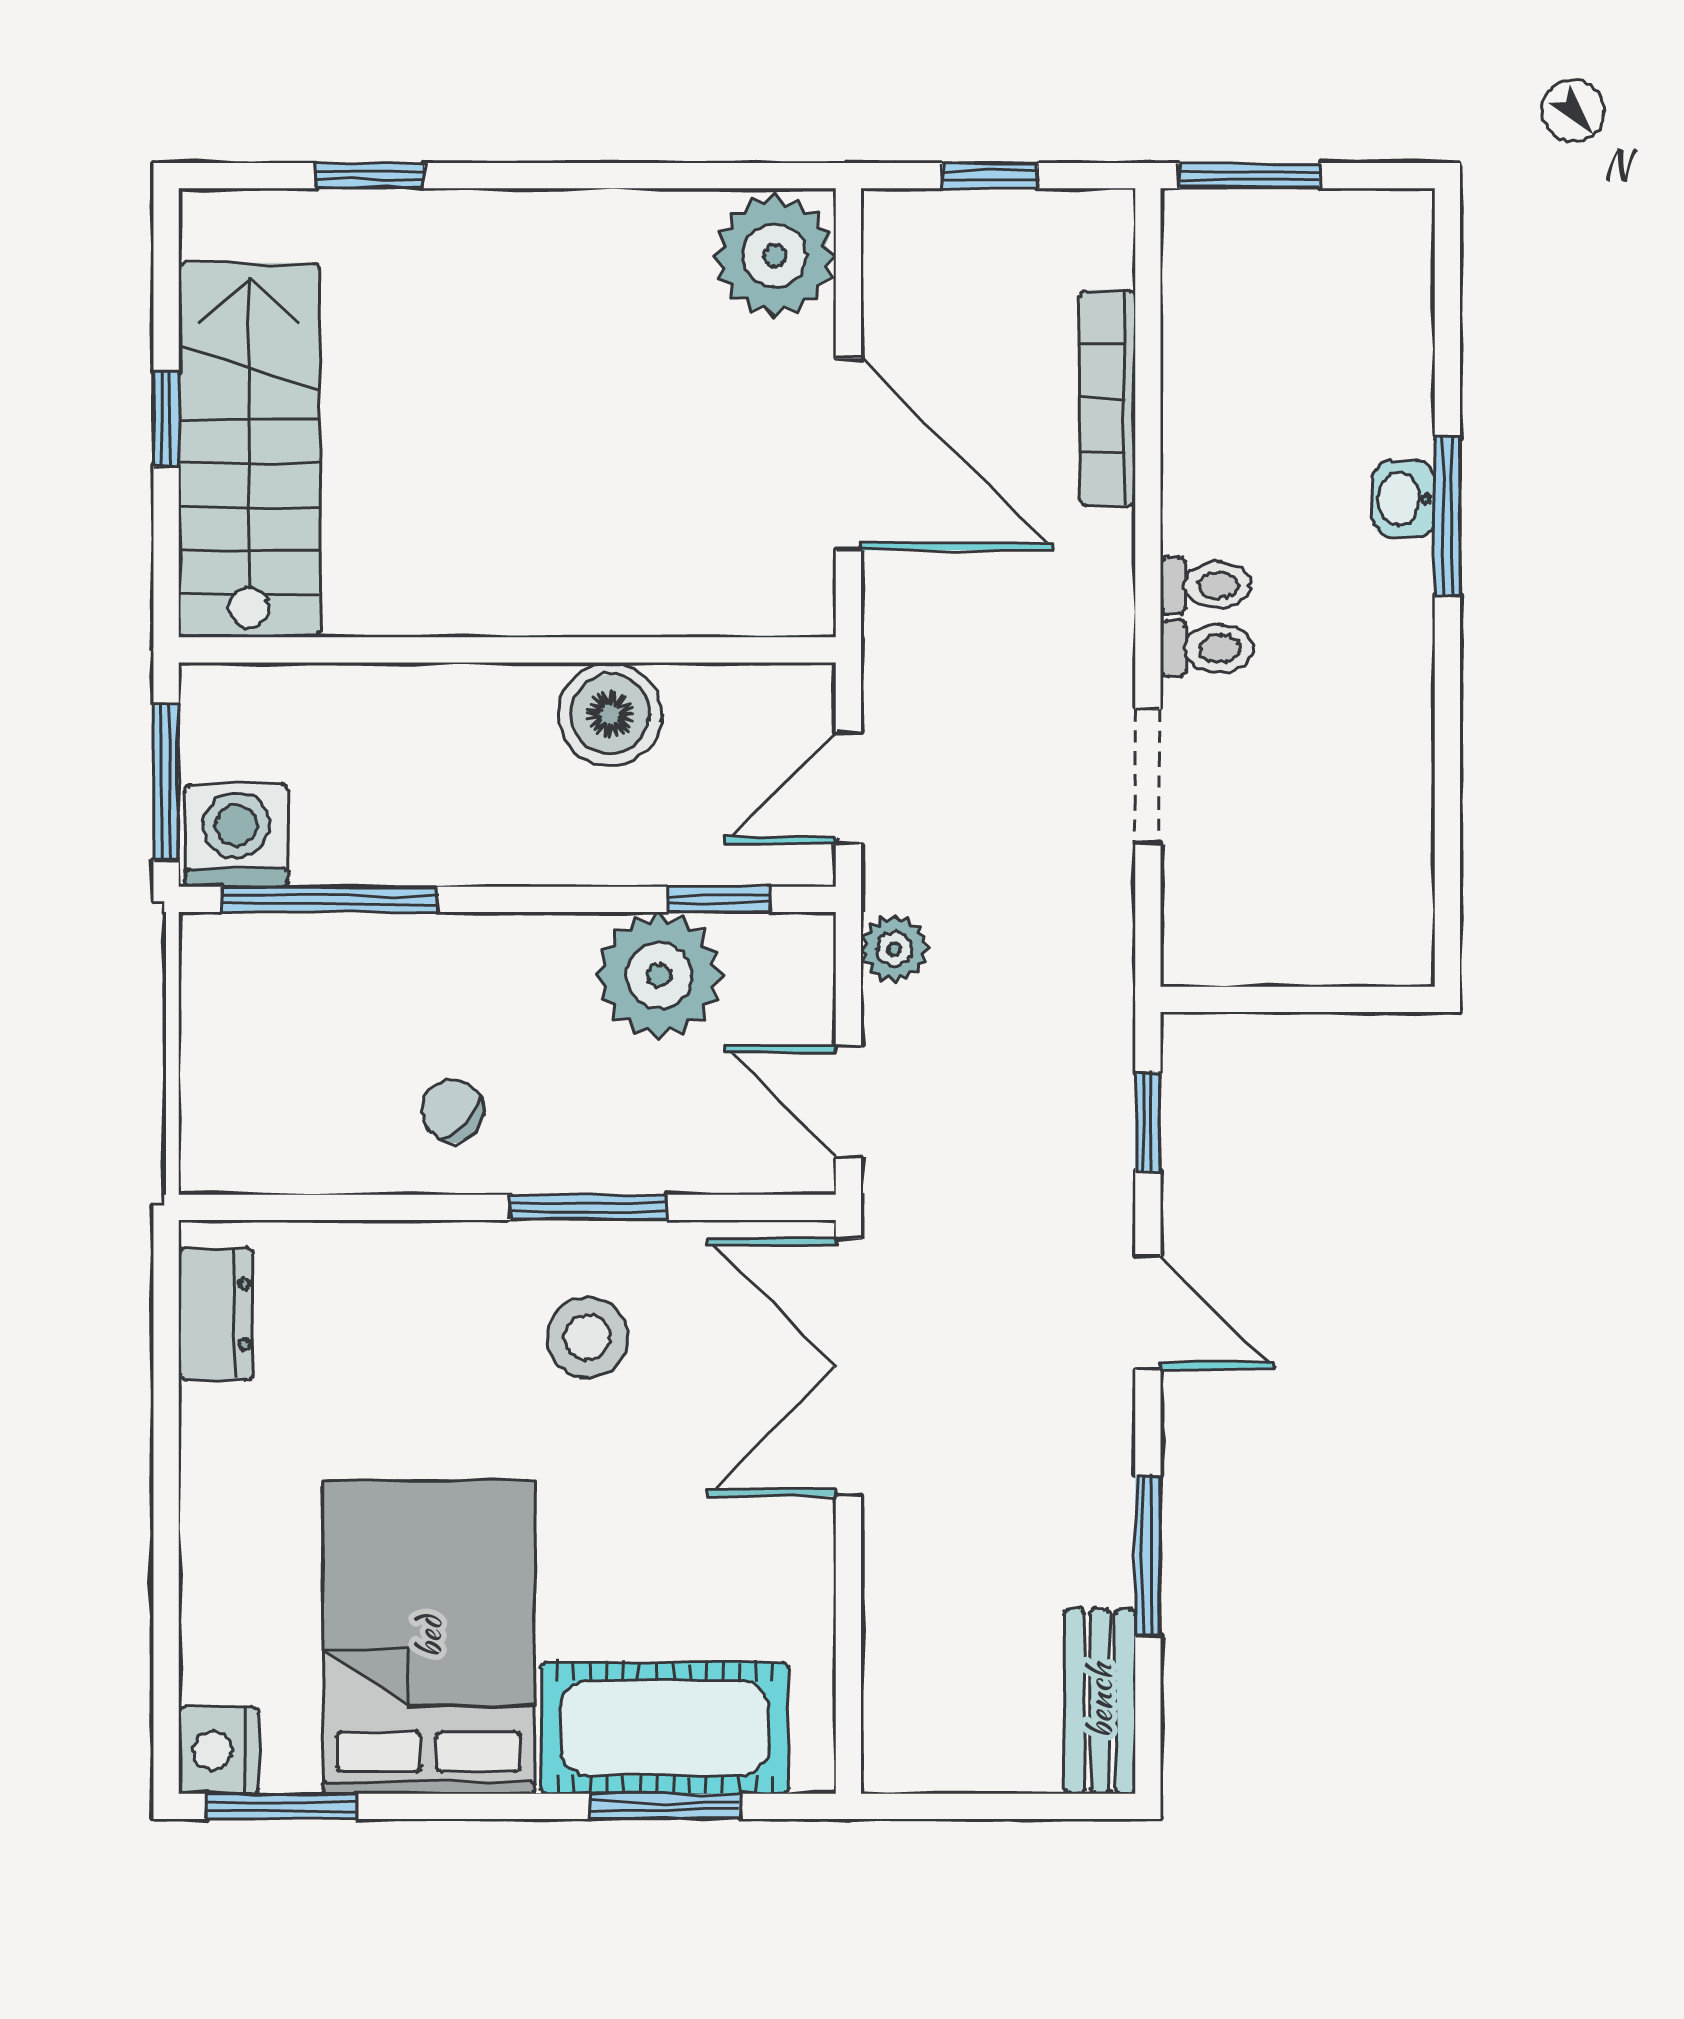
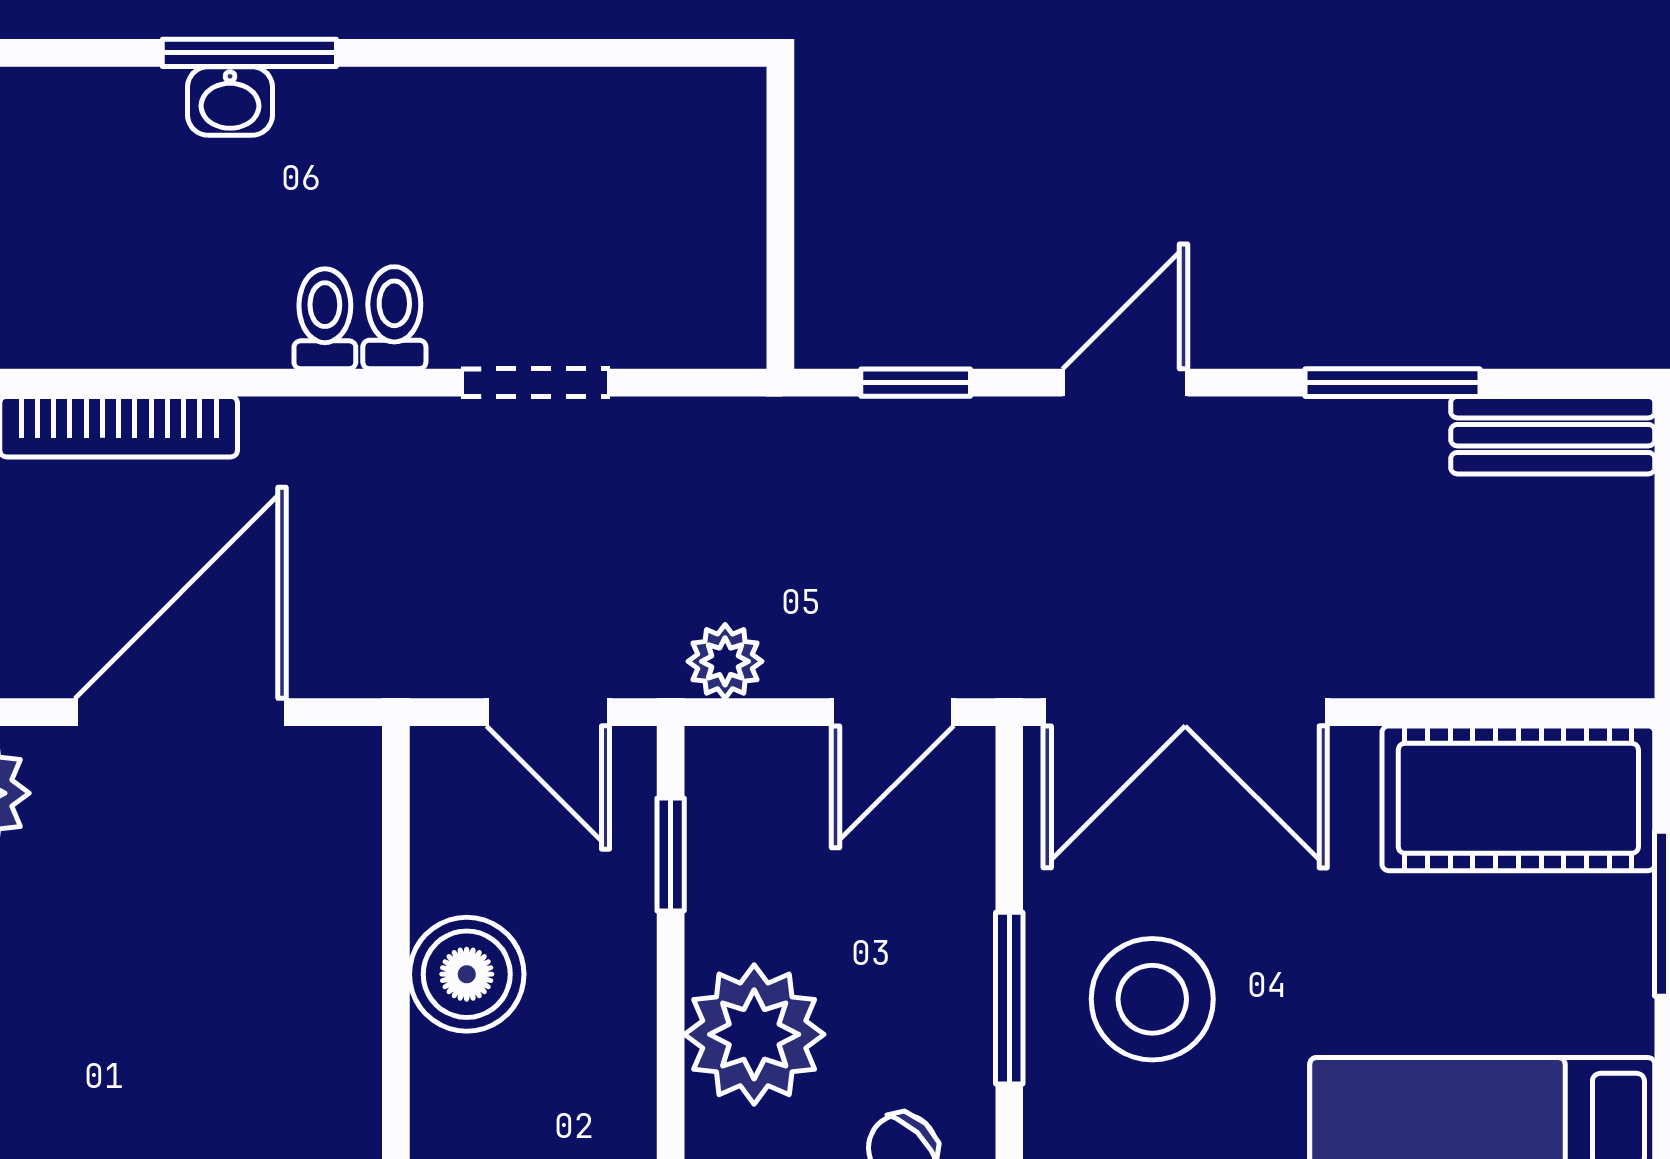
plant: (659, 975) -> (754, 1034), moved
stool: (587, 1337) -> (1152, 999), width x1.38, depth x1.38
cot: (665, 1728) -> (1518, 798), moved, turned 90

